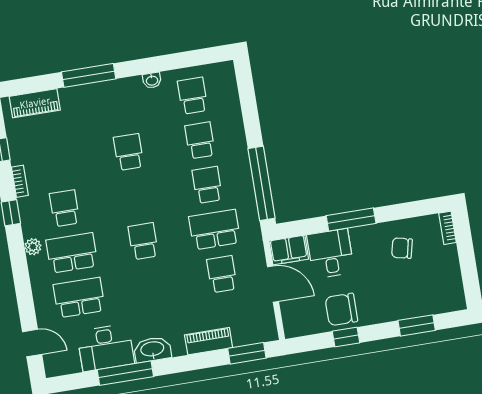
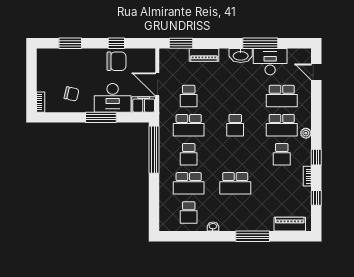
school desk: (200, 140) -> (189, 183), width x1.85
school desk: (129, 152) -> (235, 183), width x1.85
desk: (330, 254) -> (113, 98), width x1.37

